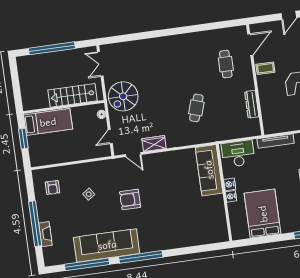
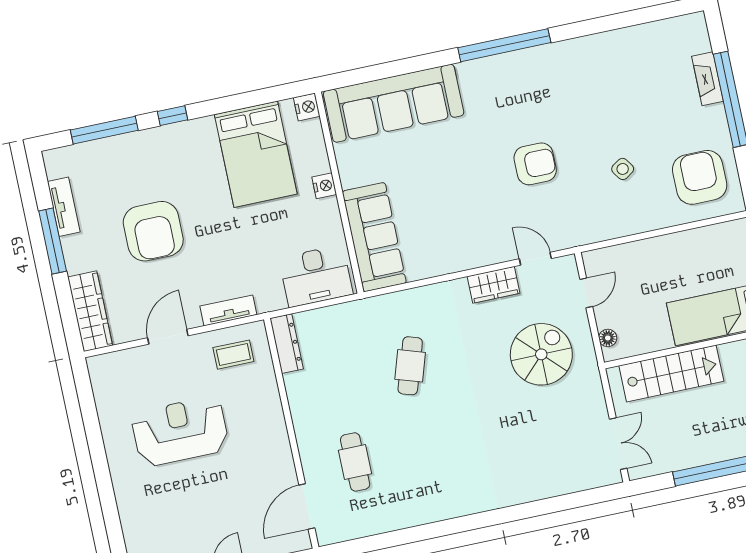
coffee table: (265, 68) -> (233, 355), moved
spiral stairs: (123, 96) -> (541, 354), moved
dresser: (252, 104) -> (287, 344), moved
tv unit: (276, 141) -> (228, 310), width x0.71
nightstand: (230, 184) -> (307, 107), moved
armchair: (53, 188) -> (700, 177), width x1.88, depth x1.88
sofa: (107, 245) -> (394, 103), moved
window: (87, 264) -> (616, 21), removed

